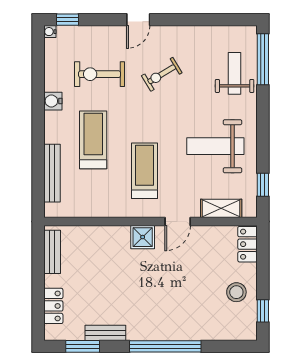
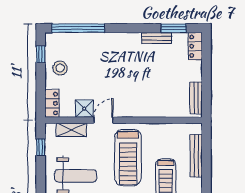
treadmill: (144, 171) -> (128, 158), width x1.37, depth x1.38
shower: (143, 237) -> (84, 109), moved
locker: (53, 306) -> (195, 46), moved
window: (165, 346) -> (78, 28), moved

